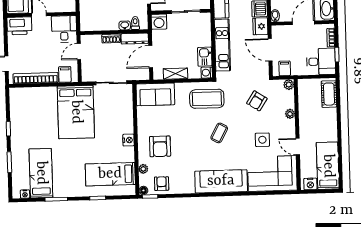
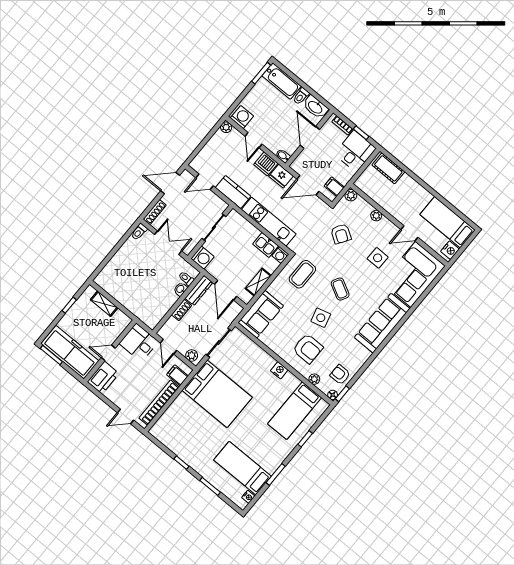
plant: (87, 72) -> (192, 355), added
coffee table: (207, 99) -> (302, 274), width x0.73, depth x0.76
side table: (188, 137) -> (321, 318), added

